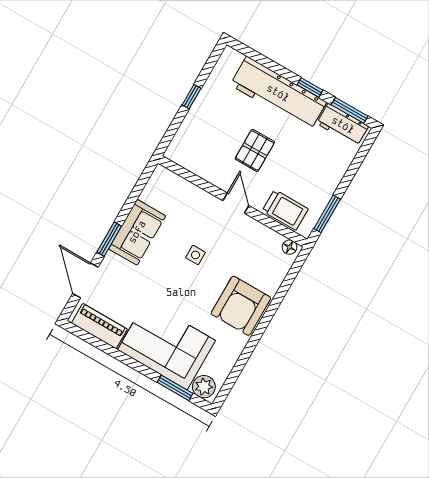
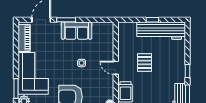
workbench: (278, 93) -> (161, 31), moved, turned -90
pallet: (255, 150) -> (144, 62), turned 90
door: (236, 203) -> (116, 68), swing flipped

